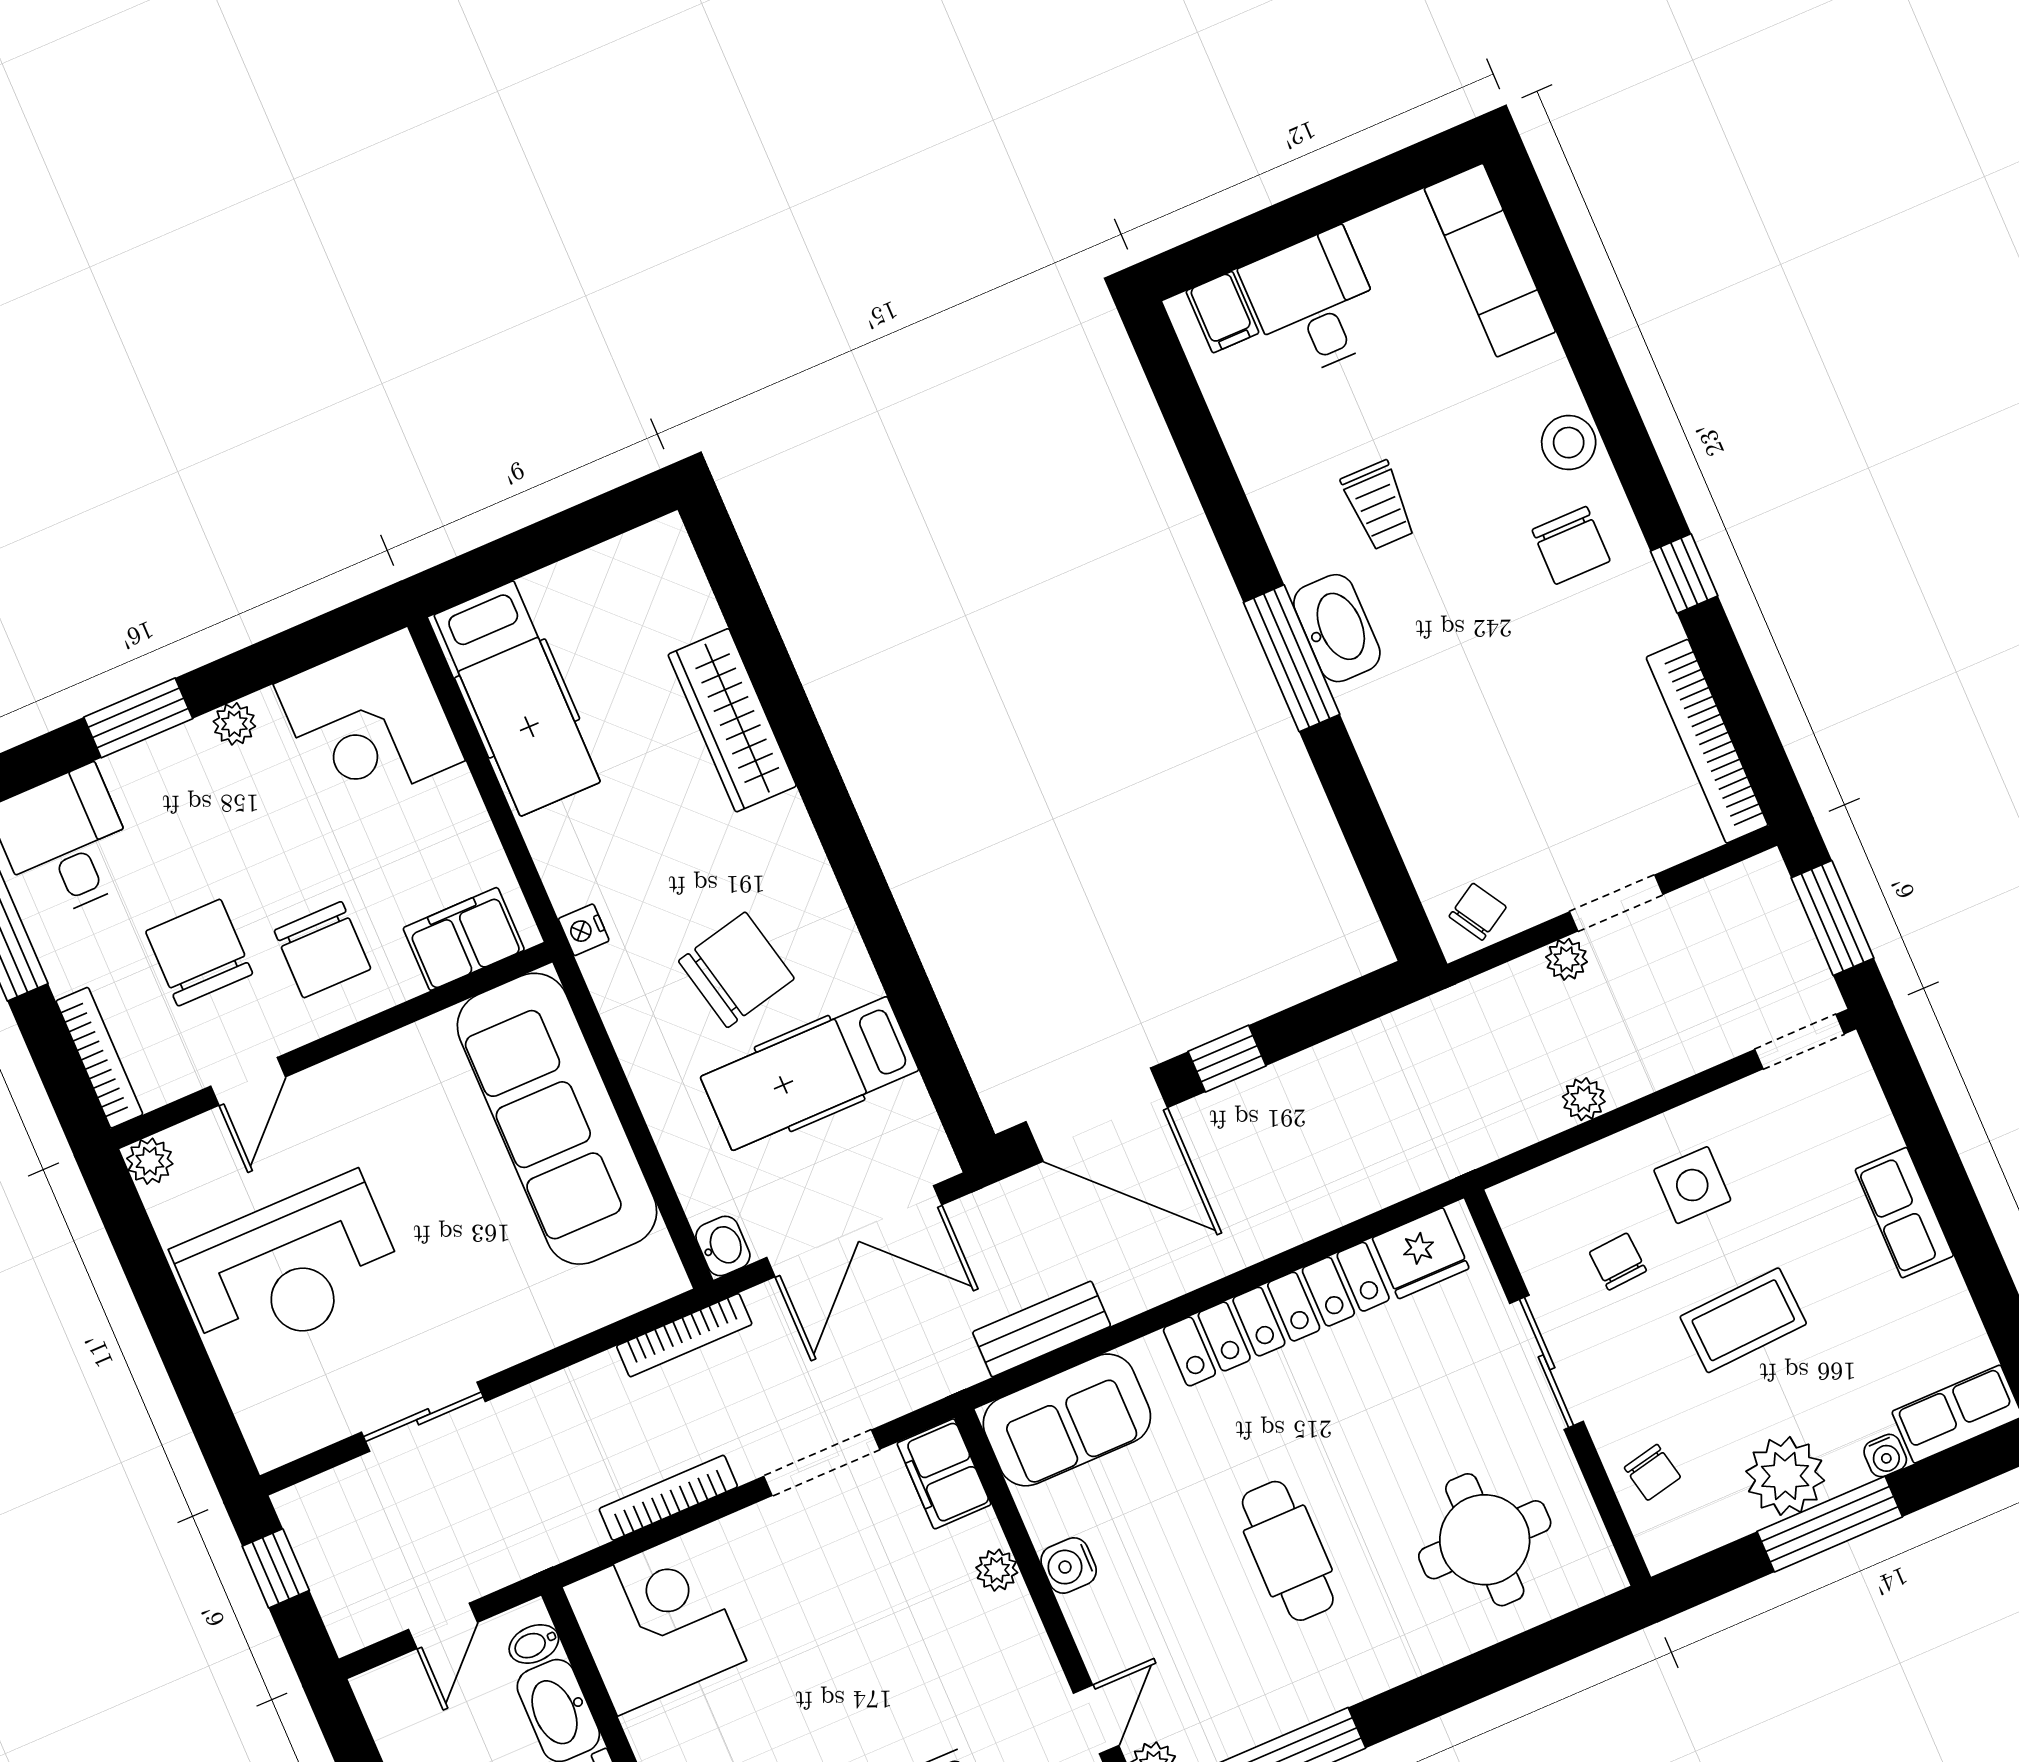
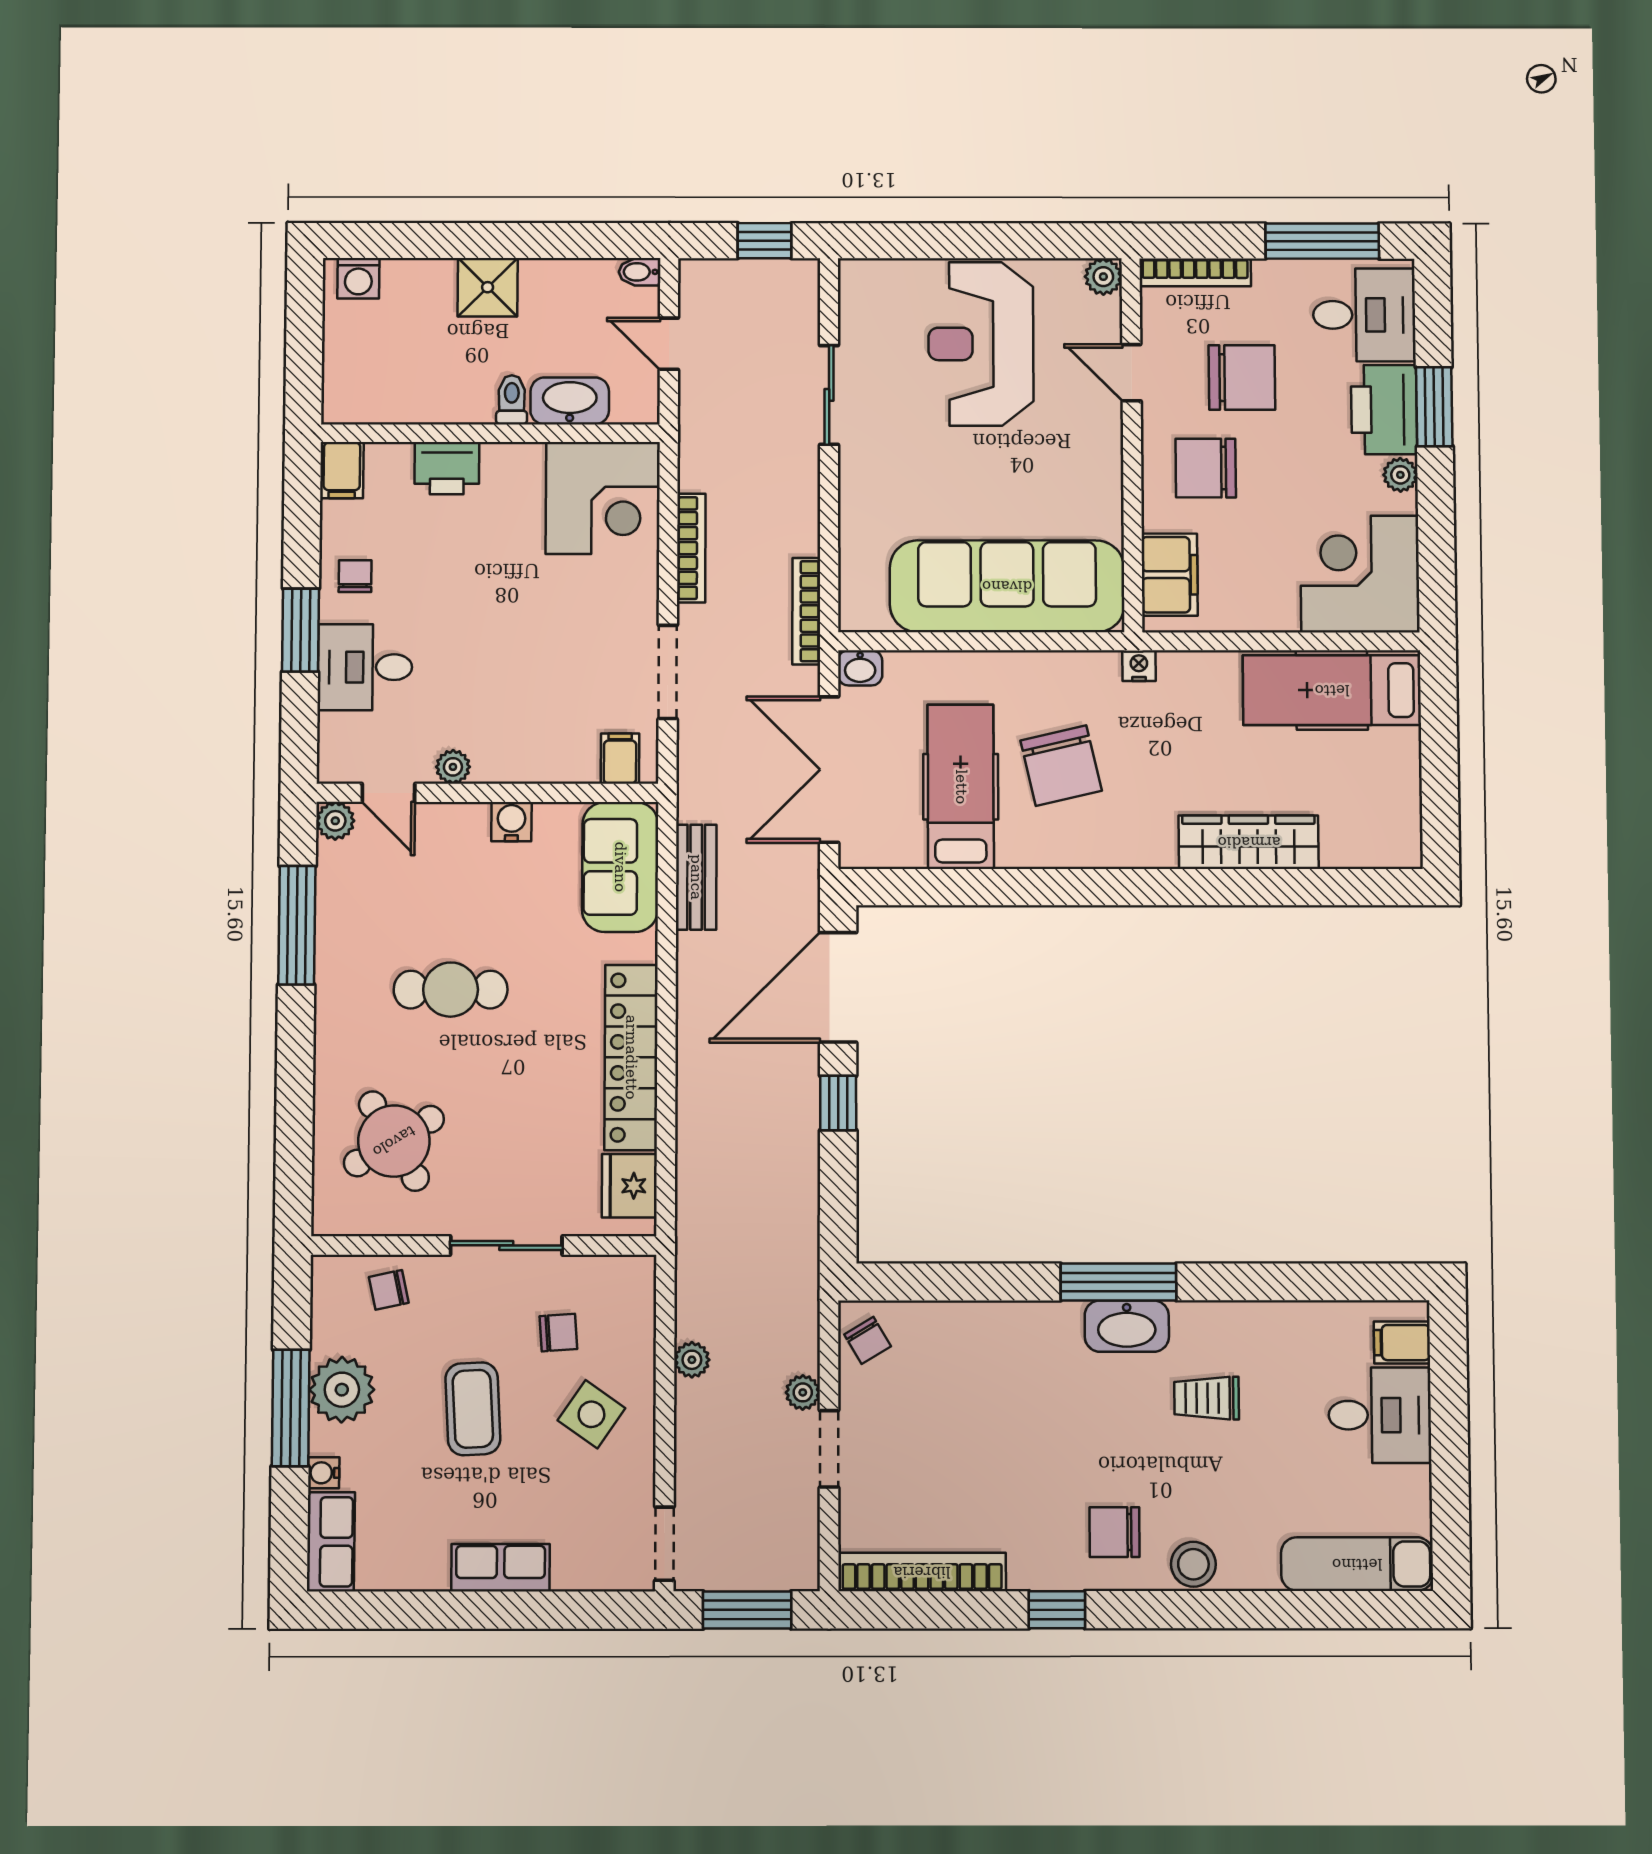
printer: (166, 774) -> (1384, 410), added
side table: (1692, 1185) -> (591, 1414), turned 35
filing cabinet: (944, 1474) -> (620, 759), width x0.50
round table: (1485, 1540) -> (394, 1141), turned -31
plant: (997, 1570) -> (453, 767), moved
bidet: (534, 1644) -> (640, 272), moved, turned -90

